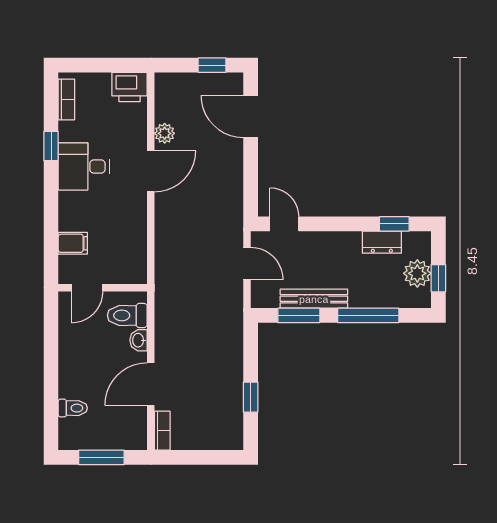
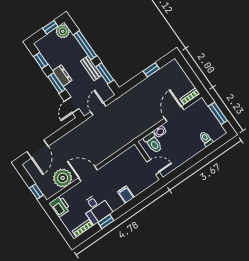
window: (212, 65) -> (36, 191), moved
plant: (165, 133) -> (63, 178), width x1.87, depth x1.87
desk: (84, 167) -> (96, 208), moved
window: (338, 224) -> (56, 83), added
dresser: (382, 242) -> (62, 76), moved
filing cabinet: (73, 243) -> (126, 195), moved
plant: (417, 273) -> (63, 31), moved
bench: (314, 299) -> (91, 68), width x0.73
door: (151, 384) -> (174, 114), swing flipped

